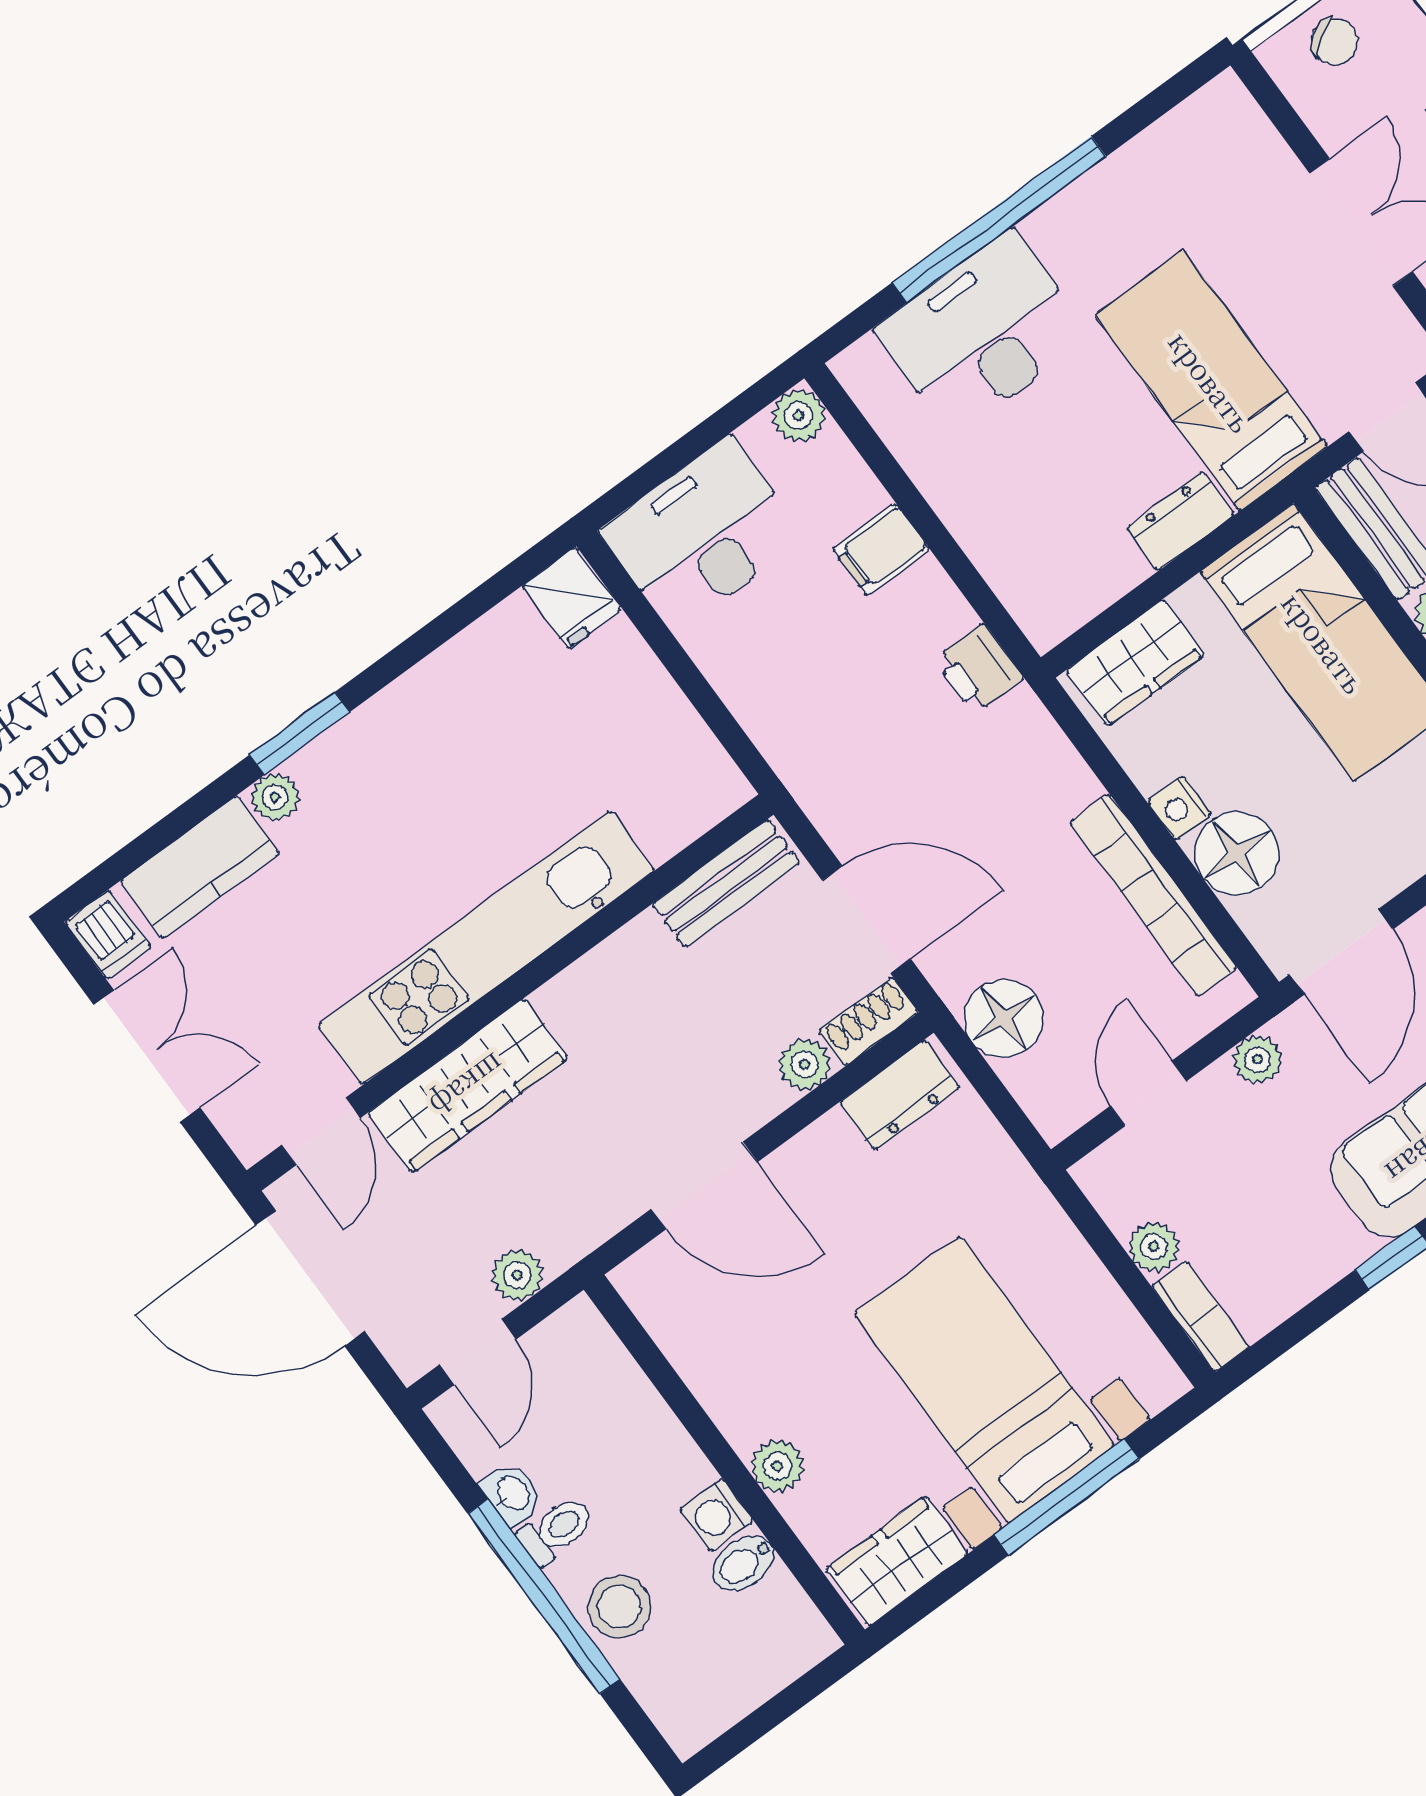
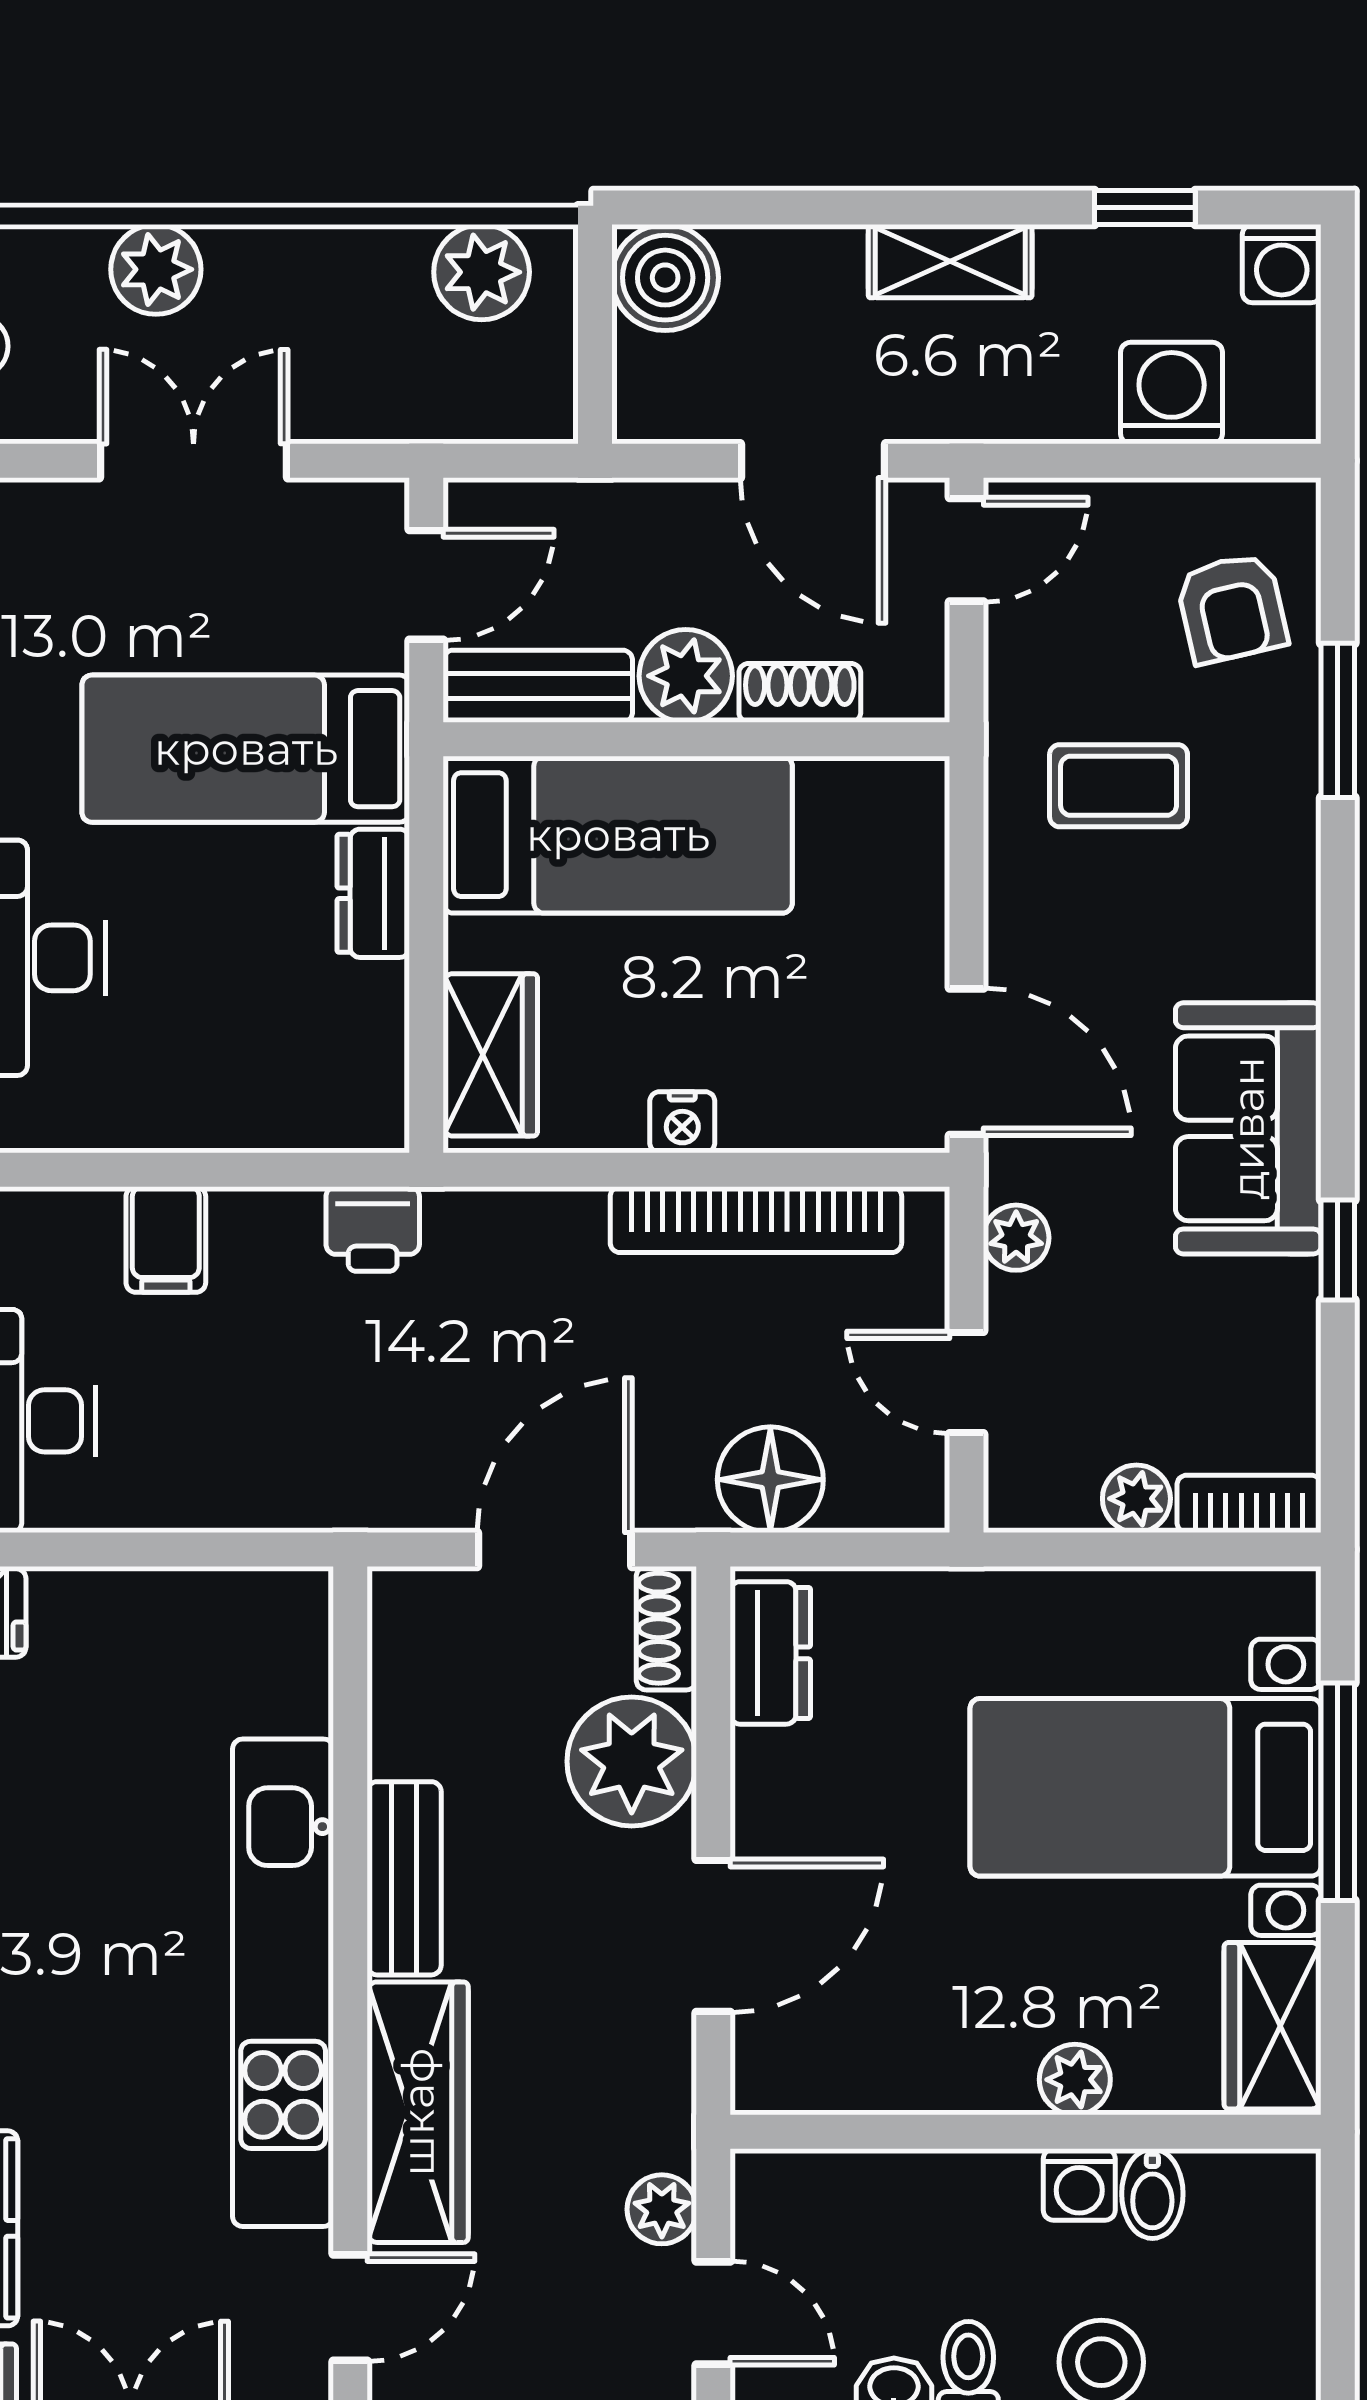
floor lamp: (1237, 854) -> (777, 1097), removed
bench: (726, 884) -> (404, 1878), moved
plant: (805, 1064) -> (632, 1761), width x1.88, depth x1.88
door: (321, 1132) -> (350, 2308), hinge flipped

